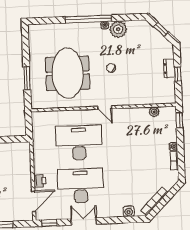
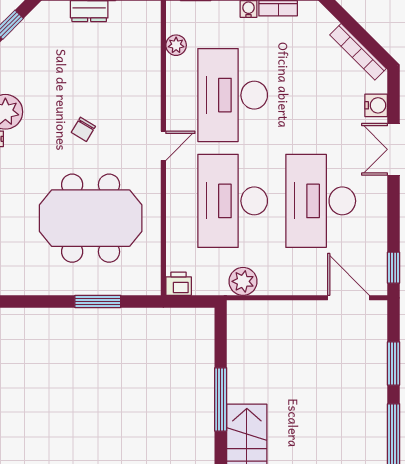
desk: (131, 140) -> (233, 95), added
plant: (40, 149) -> (243, 281), added
printer: (40, 181) -> (179, 284), moved
double door: (84, 221) -> (394, 149), moved

